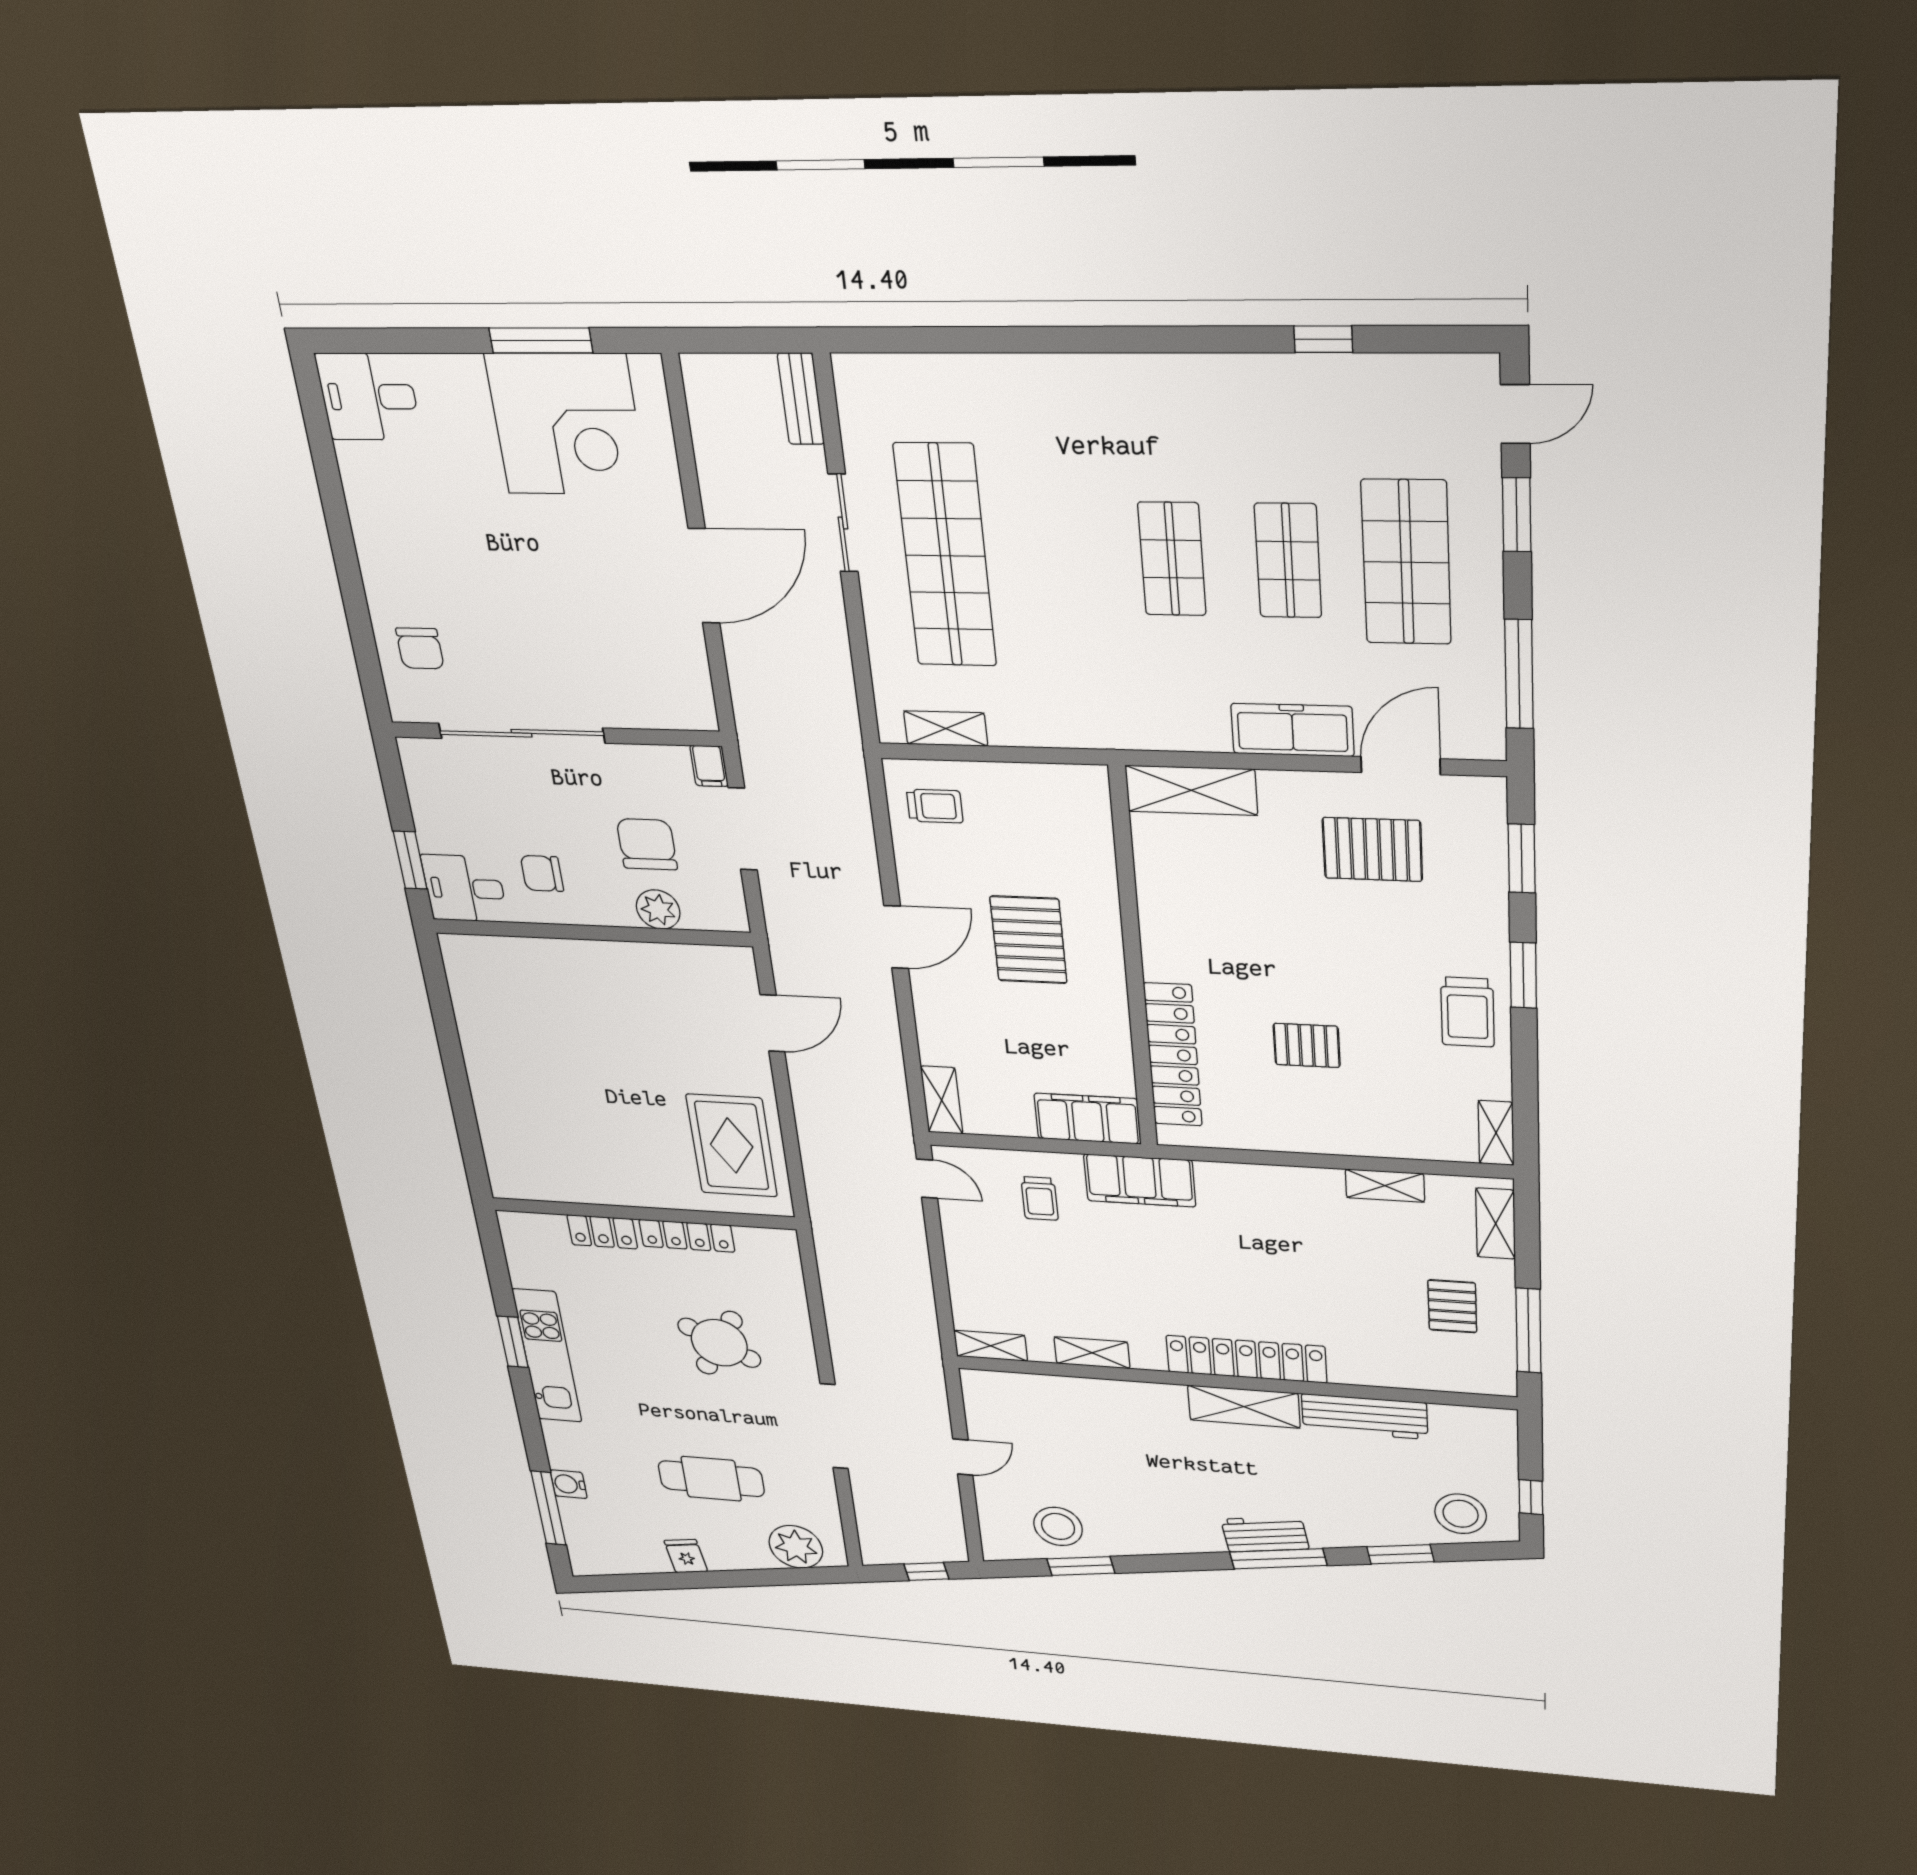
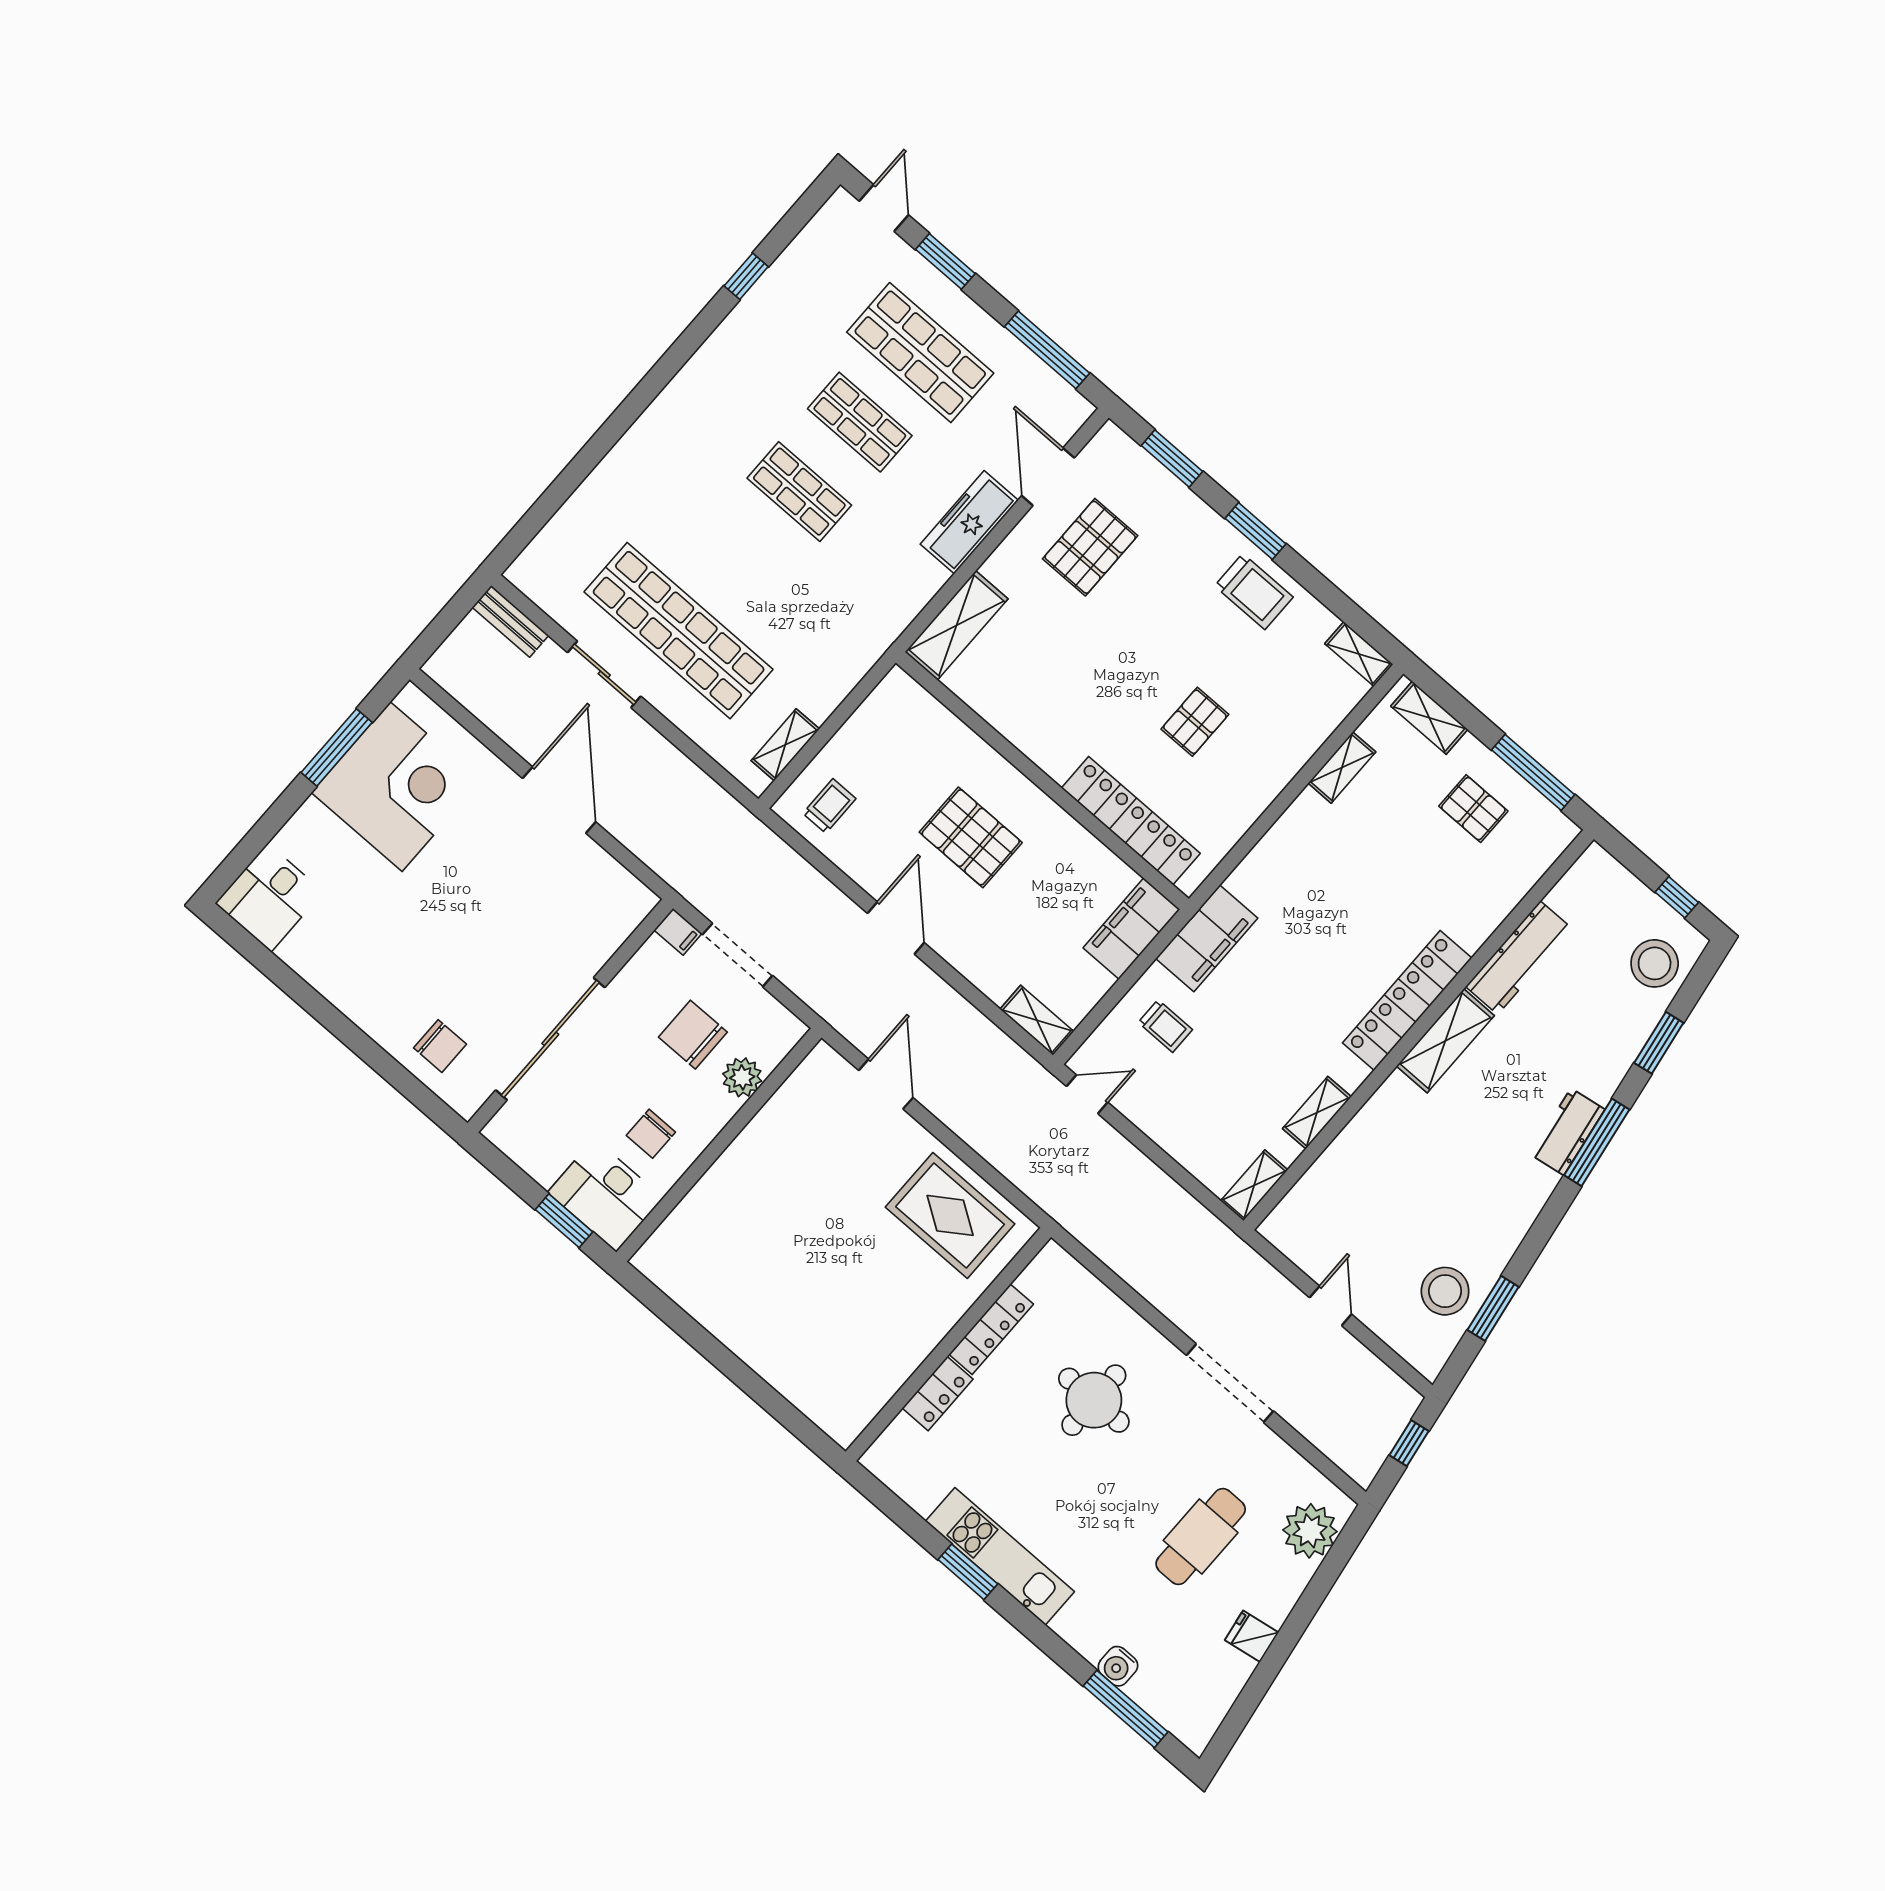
desk: (464, 888) -> (605, 1195), width x1.37
round table: (719, 1343) -> (1094, 1400), turned -30

